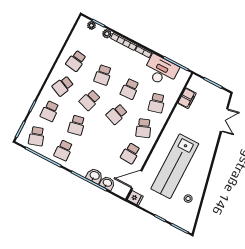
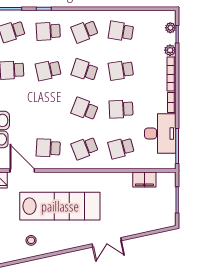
school desk: (63, 86) -> (85, 31), turned -45
double door: (224, 120) -> (107, 242), moved
lab bench: (175, 166) -> (60, 206), turned 180

